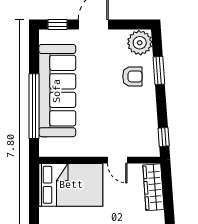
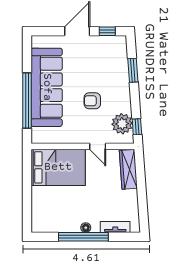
window: (58, 25) -> (107, 31), moved
plant: (140, 43) -> (122, 124), moved
armchair: (132, 76) -> (92, 101), moved, turned 180

